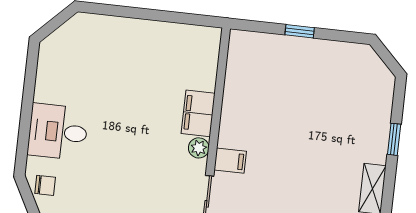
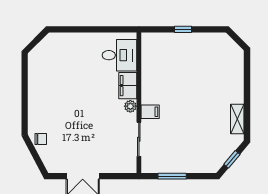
desk: (58, 132) -> (119, 55), moved, turned 180
window: (394, 139) -> (247, 88), removed

